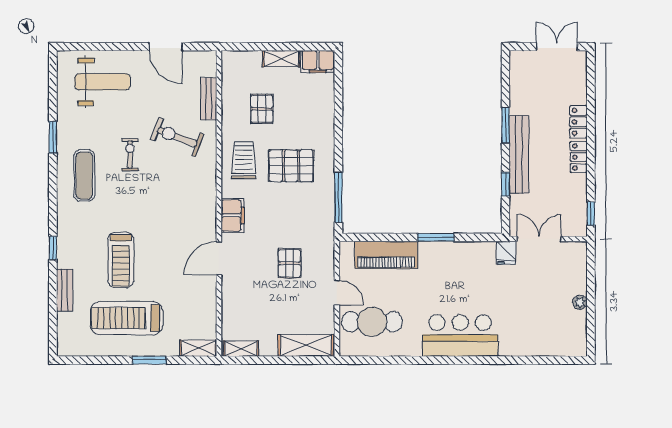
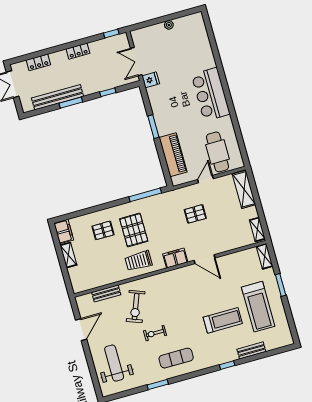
pallet: (262, 109) -> (103, 230), moved
locker: (578, 122) -> (38, 62), moved
bench: (519, 155) -> (58, 97), moved

